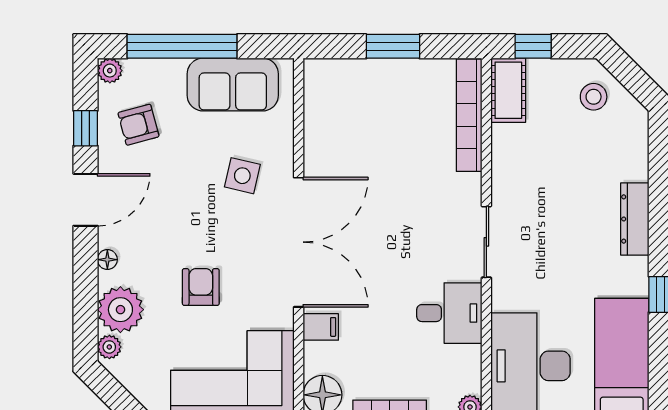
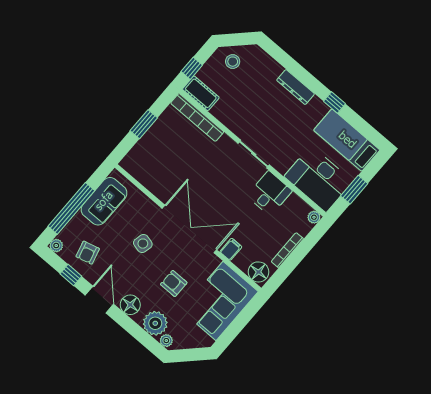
side table: (242, 176) -> (143, 244), moved
floor lamp: (107, 260) -> (130, 305), width x1.89, depth x1.89

